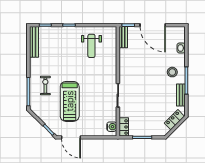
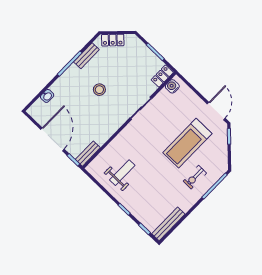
stool: (172, 72) -> (99, 90), moved
treadmill: (70, 101) -> (187, 143), turned 180

